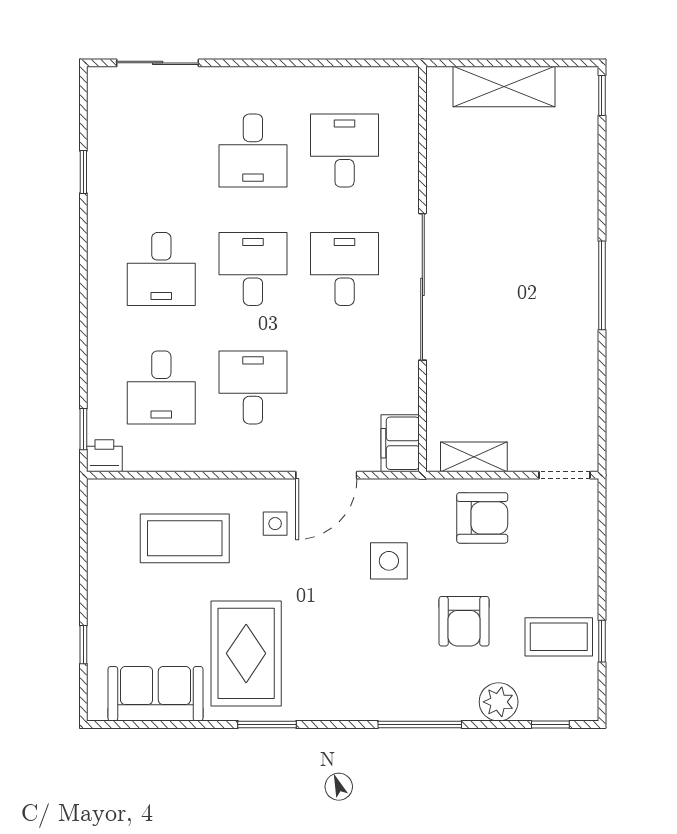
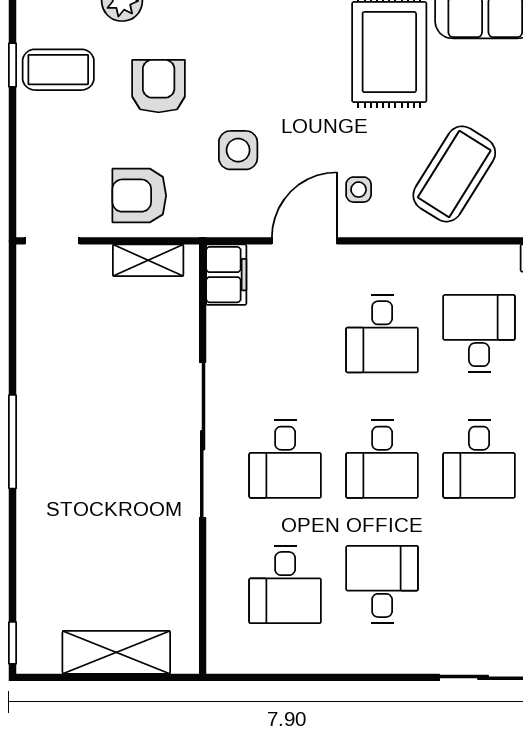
desk: (161, 269) -> (479, 459), turned 180
coffee table: (185, 538) -> (454, 174), turned -58

